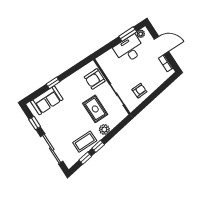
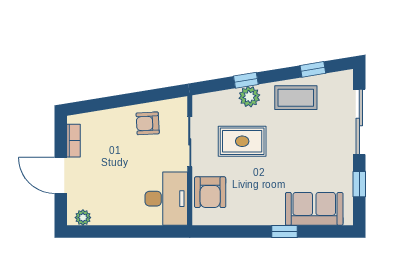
window: (128, 34) -> (105, 232), removed
desk: (129, 49) -> (166, 199), moved, turned -90
armchair: (95, 79) -> (210, 192), turned 90
rug: (95, 109) -> (242, 141), turned 90
window: (98, 146) -> (246, 80), moved

